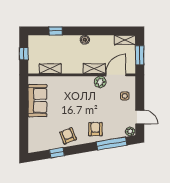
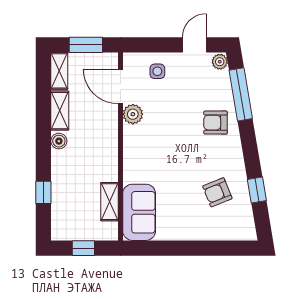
shelving: (94, 69) -> (60, 111), moved
sofa: (37, 100) -> (139, 212), moved, turned 90
armchair: (68, 136) -> (217, 192), moved

